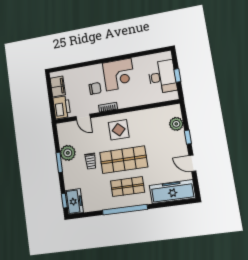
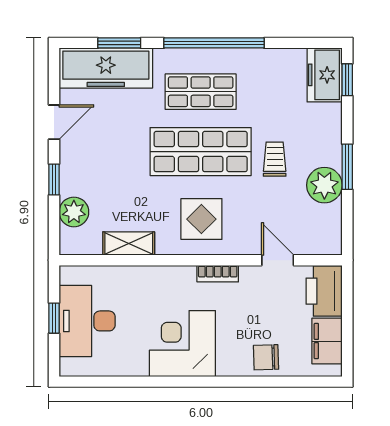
chair: (95, 88) -> (266, 357), moved
shelving: (149, 114) -> (129, 244), added
door: (192, 163) -> (54, 122), hinge flipped
window: (168, 204) -> (119, 43), added

